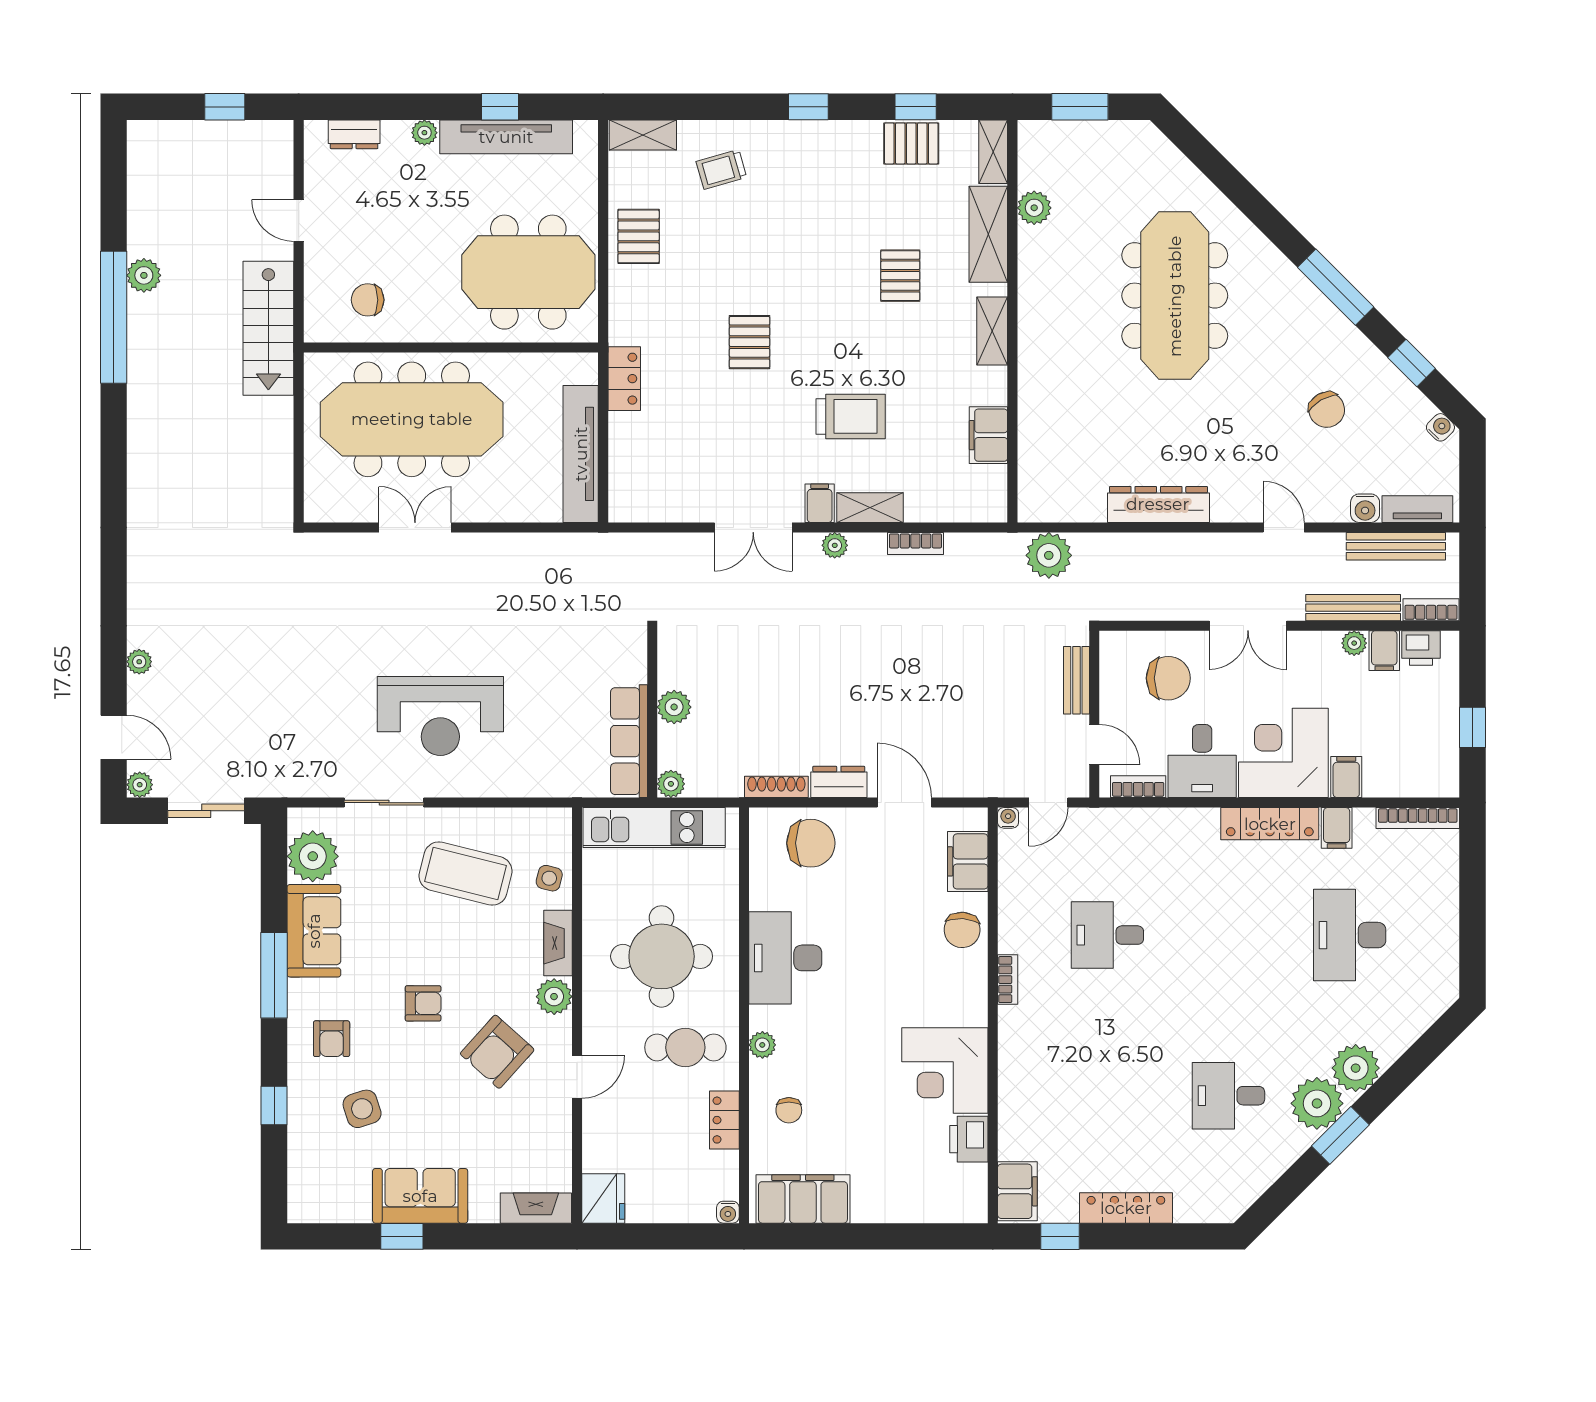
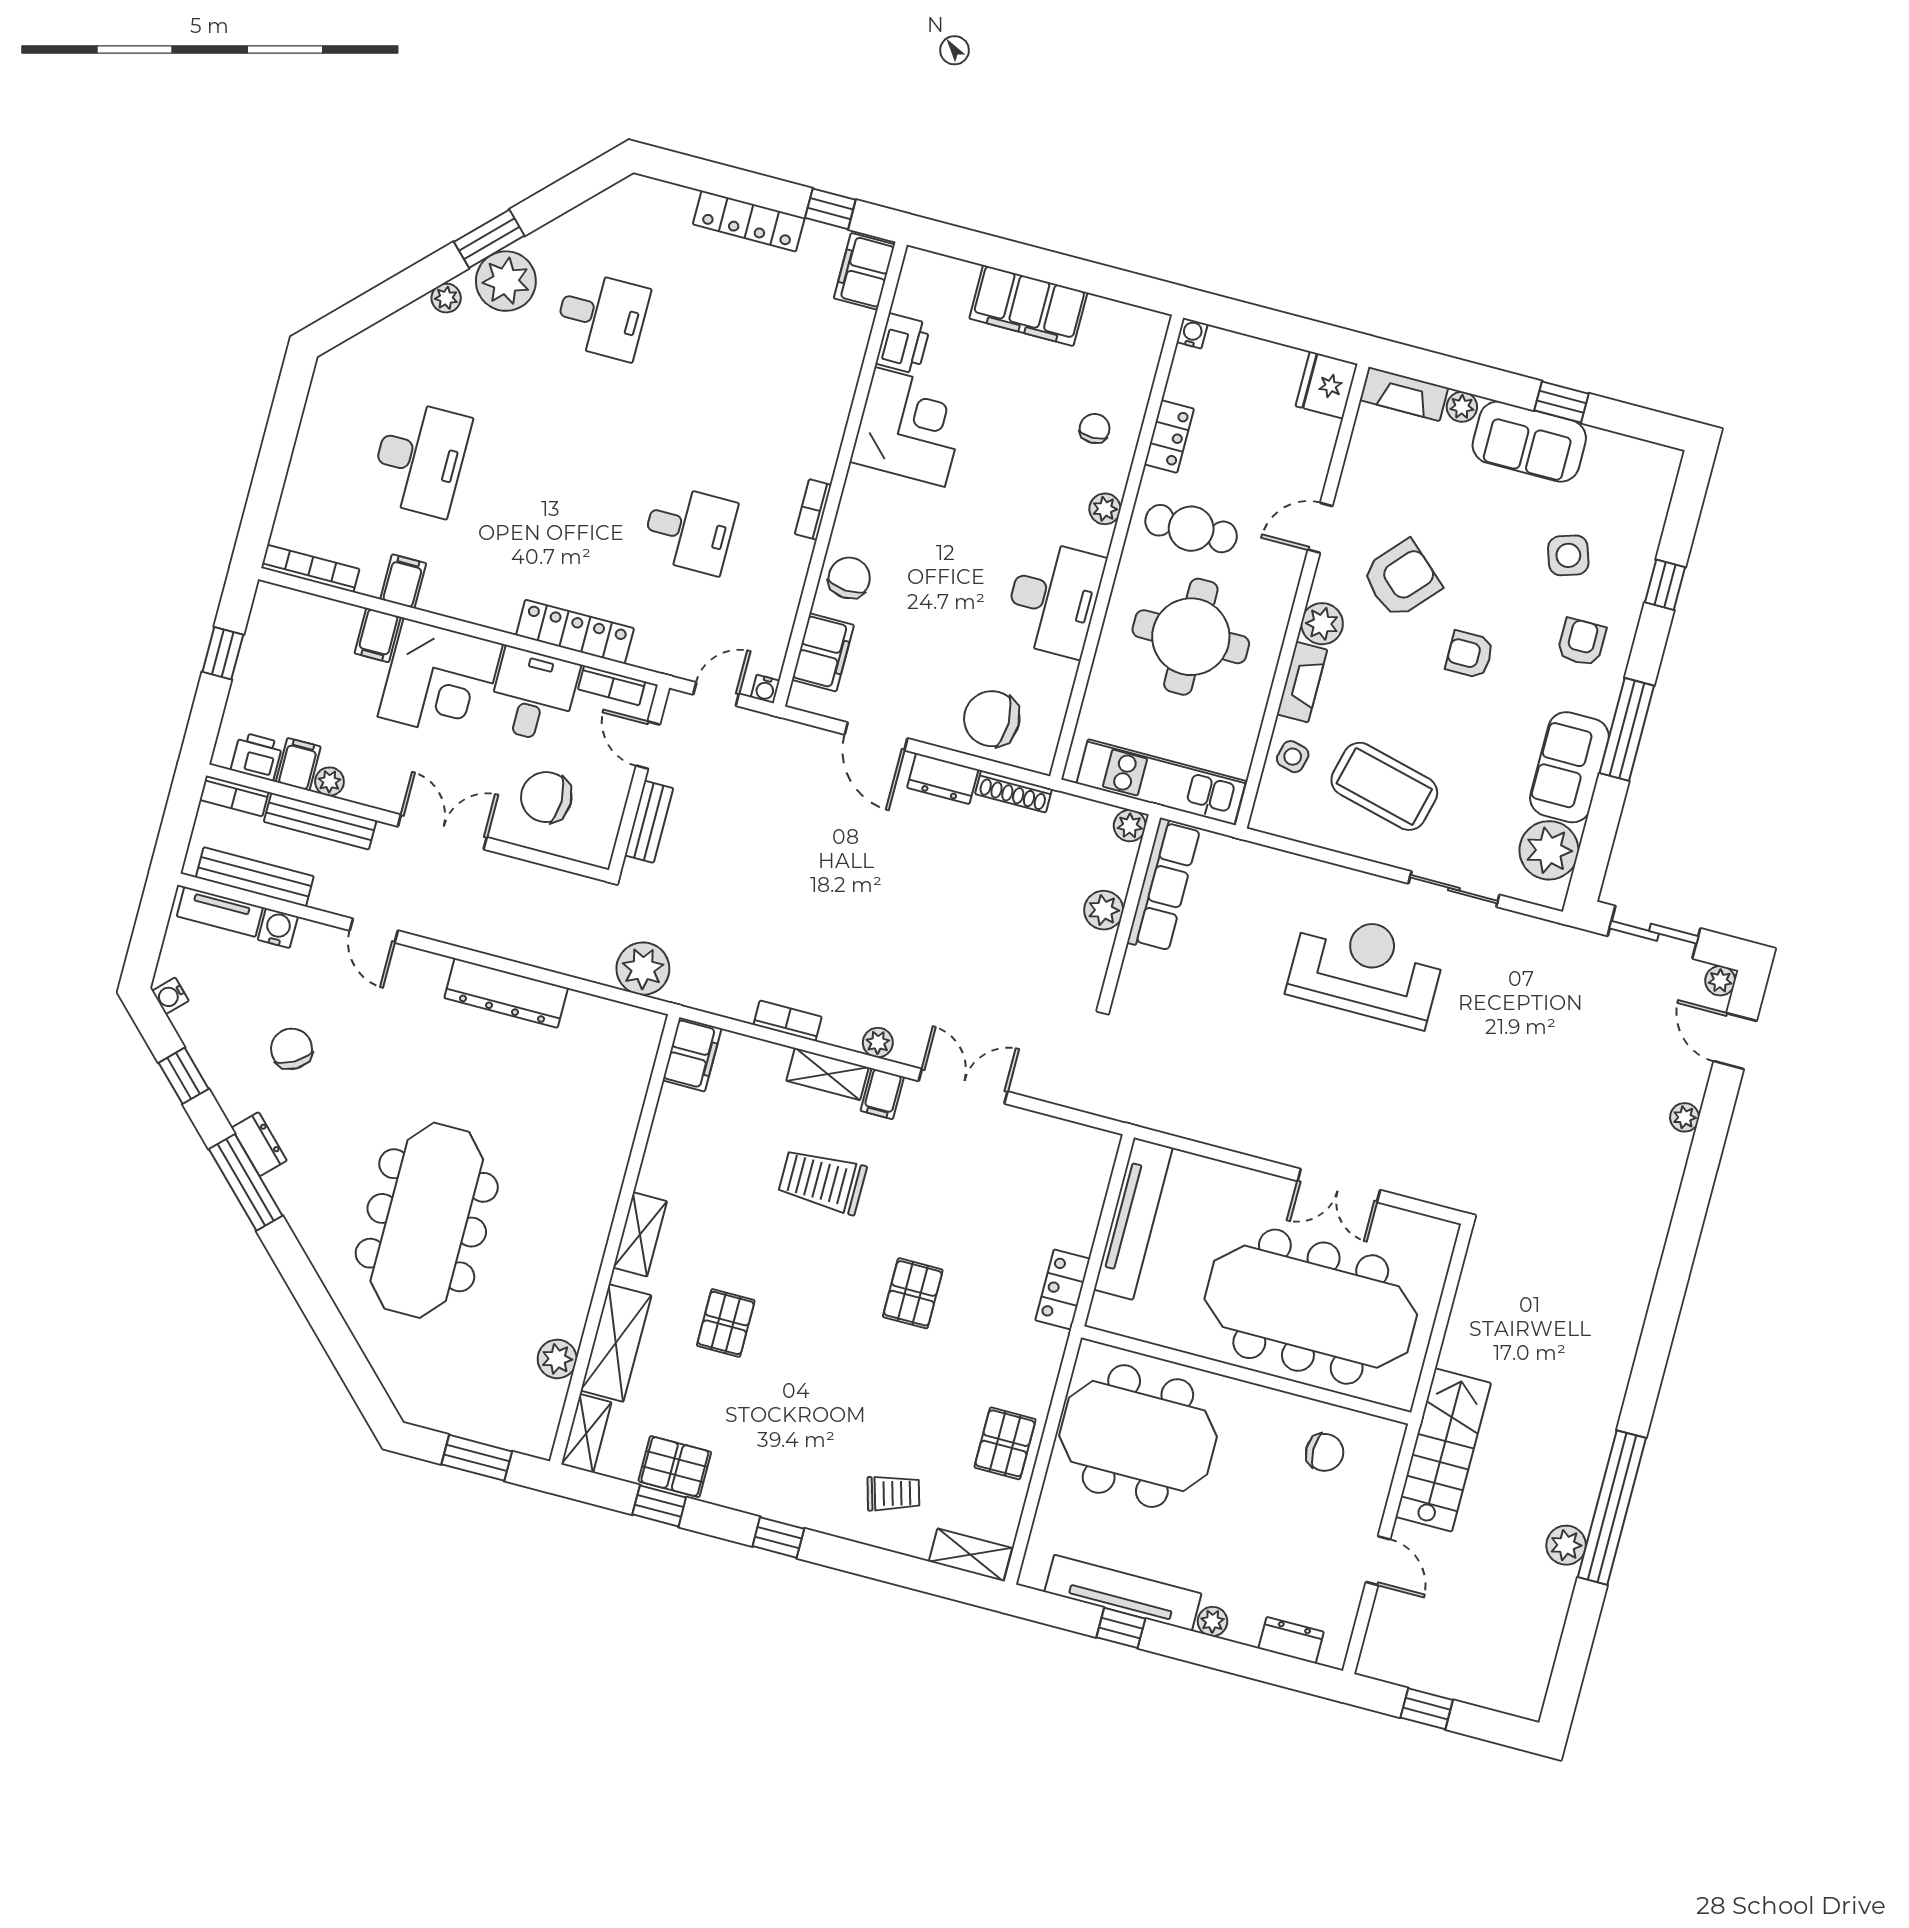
dresser: (1333, 322) -> (259, 1144), added
filing cabinet: (988, 435) -> (692, 1054), moved
locker: (1270, 824) -> (575, 632), moved
plant: (1356, 1068) -> (446, 298), width x0.53, depth x0.53
filing cabinet: (803, 1199) -> (1028, 306), moved
plant: (485, 1210) -> (1462, 407), added

